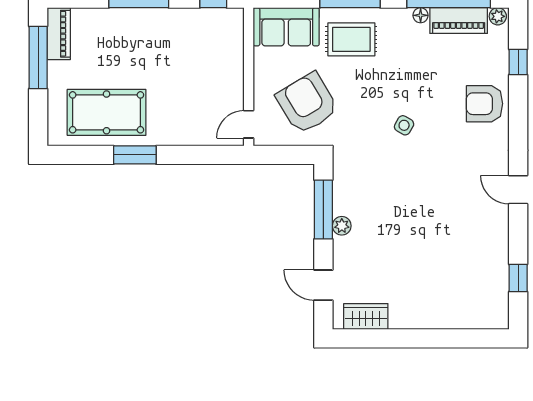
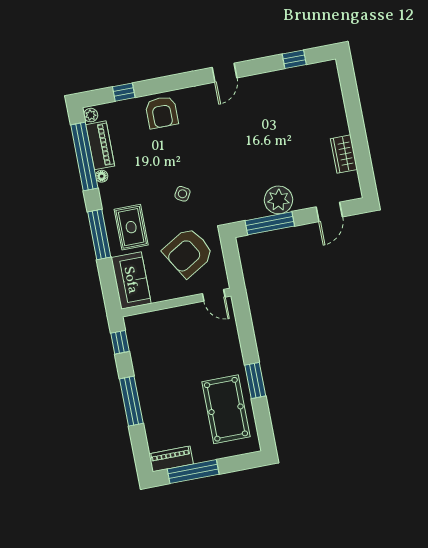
side table: (404, 125) -> (182, 194), moved
plant: (342, 226) -> (278, 200), width x1.88, depth x1.88
wardrobe: (366, 316) -> (344, 154), moved

